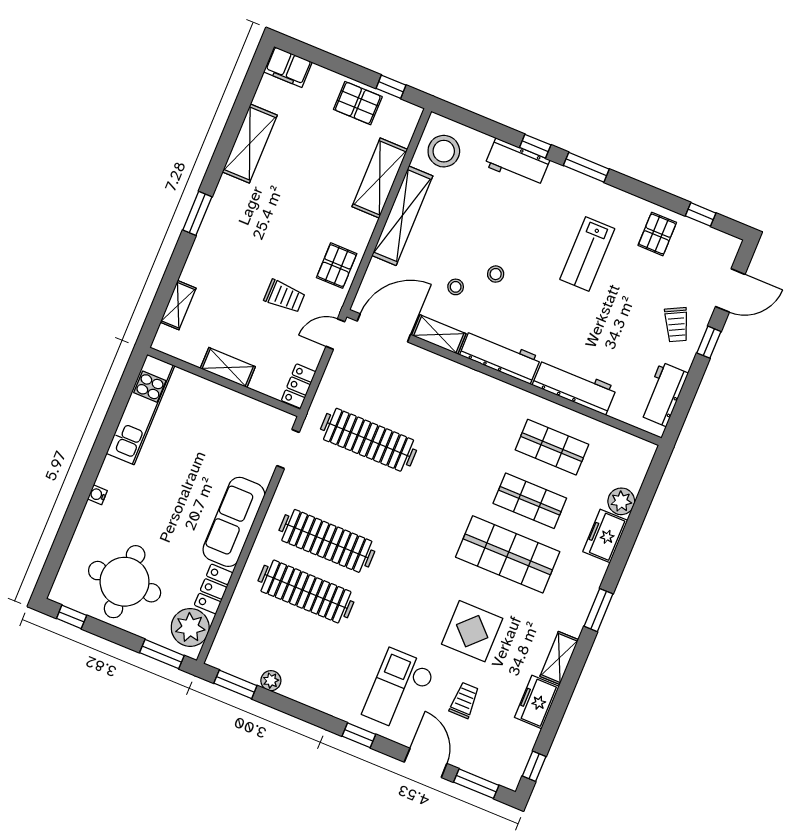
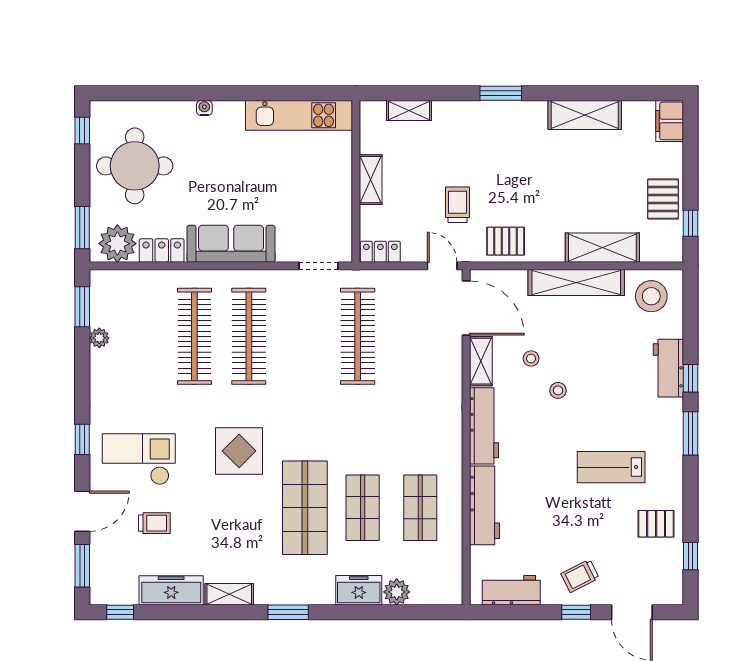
trolley: (284, 296) -> (458, 205), turned 180
display table: (472, 631) -> (239, 451), moved
freezer: (537, 702) -> (171, 590), width x1.40

